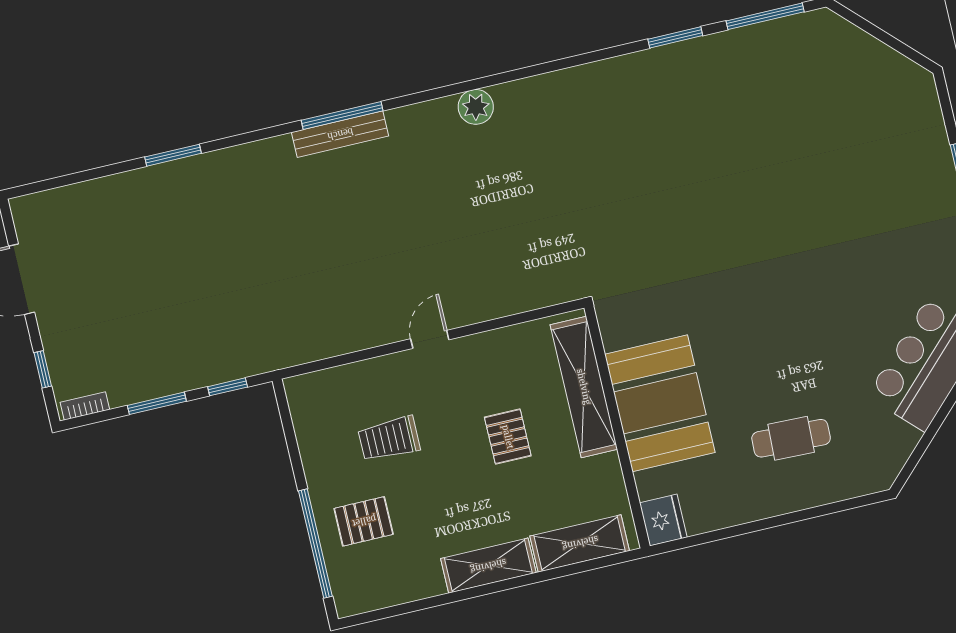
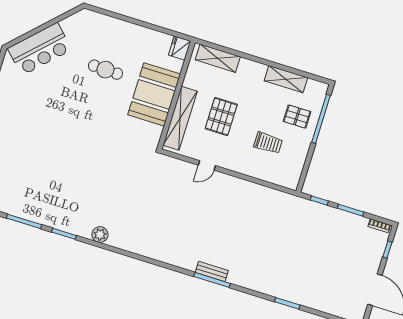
plant: (476, 107) -> (100, 235), moved
bench: (340, 134) -> (212, 272), width x0.73
door: (430, 339) -> (207, 165), moved
pallet: (508, 437) -> (221, 116), width x1.50, depth x1.42
cafe table: (791, 438) -> (105, 70), moved
shelving: (488, 566) -> (286, 79), moved

